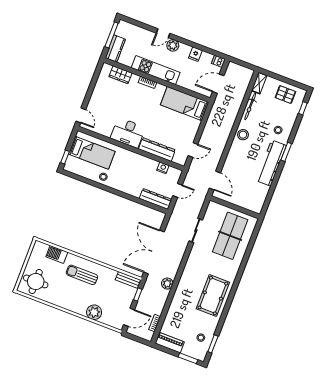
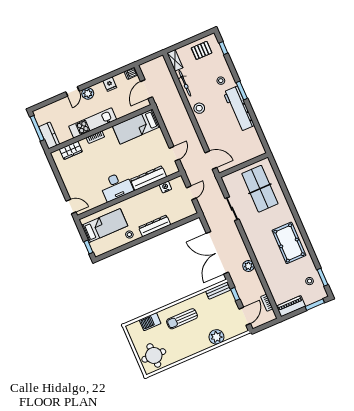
dresser: (155, 199) -> (155, 226), moved

